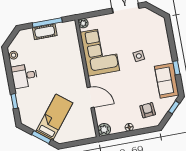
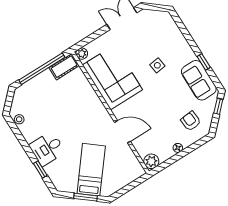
window: (47, 23) -> (42, 69), width x1.46
cot: (45, 32) -> (64, 67), moved
desk: (24, 76) -> (47, 149), moved

